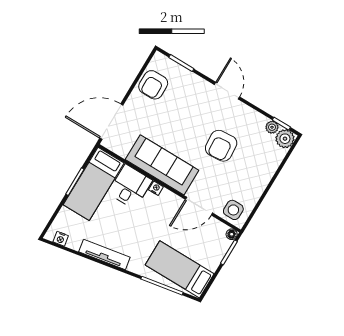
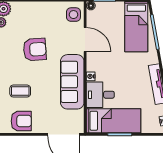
coffee table: (186, 103) -> (20, 91), added

